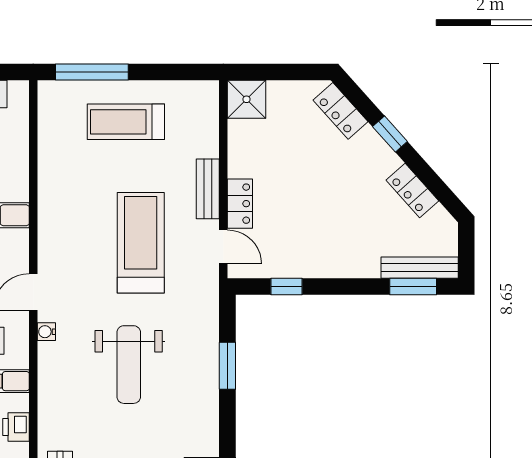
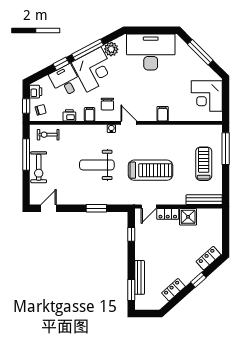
shower: (246, 99) -> (188, 217), moved
bench: (208, 189) -> (204, 200), moved, width x1.36
bench: (420, 268) -> (140, 277), moved

